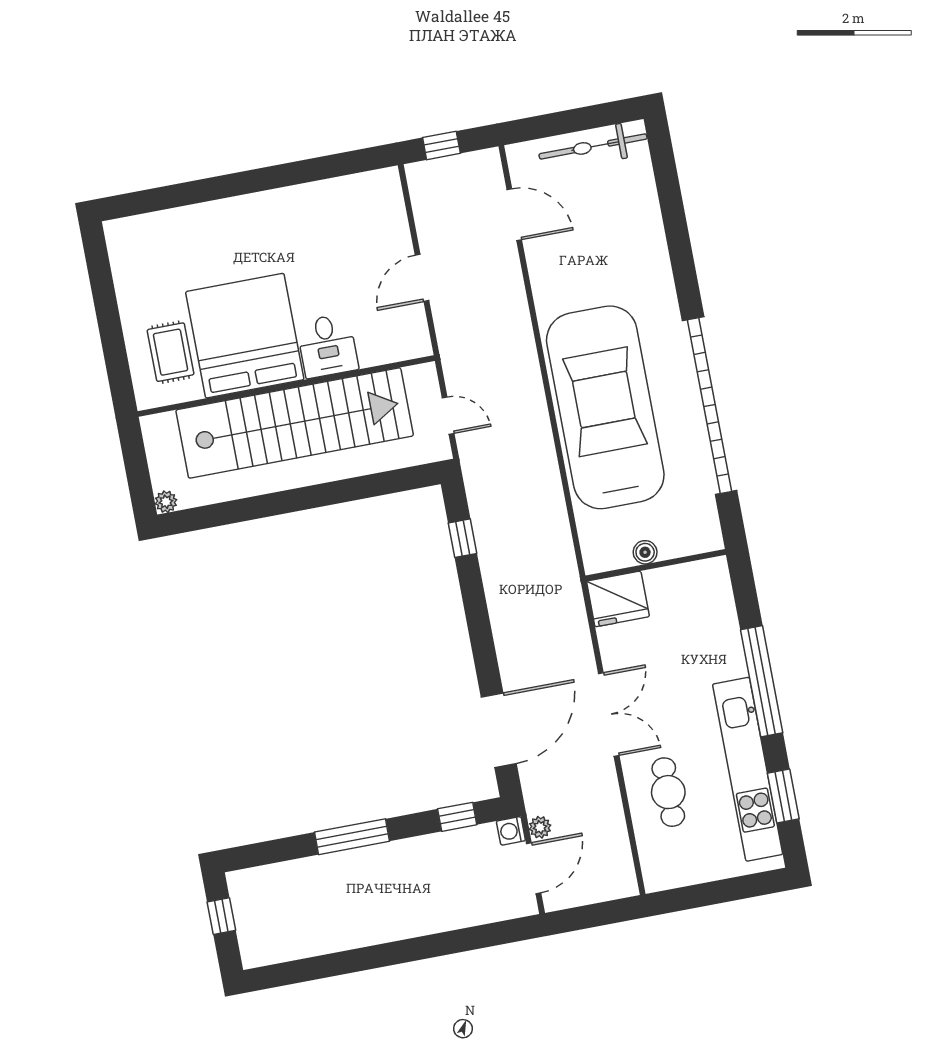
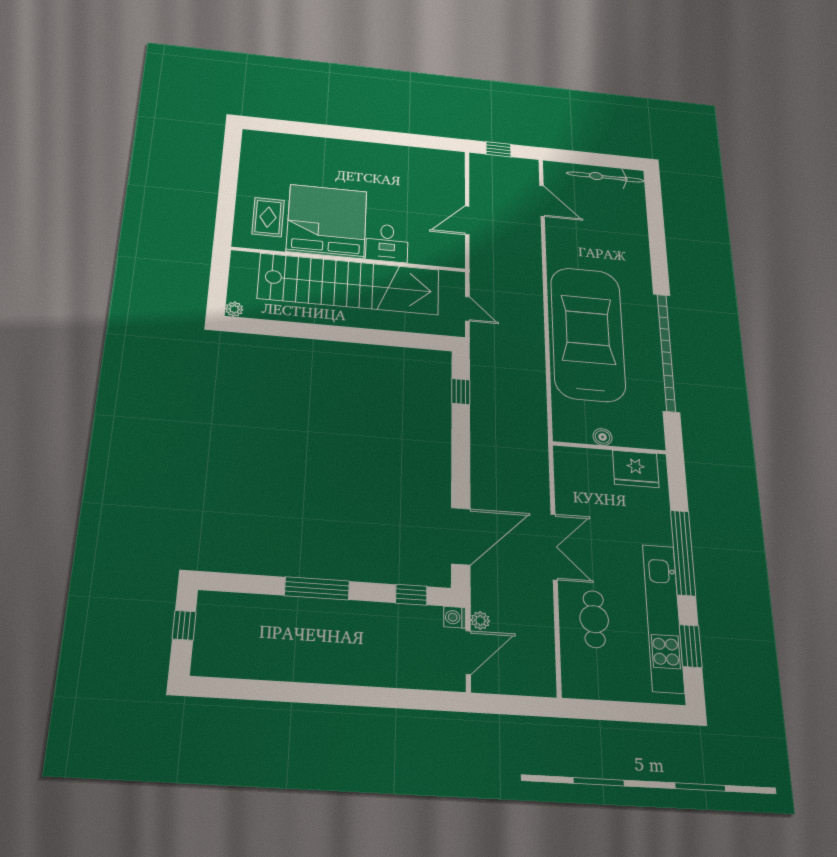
fridge: (618, 599) -> (636, 469), moved

